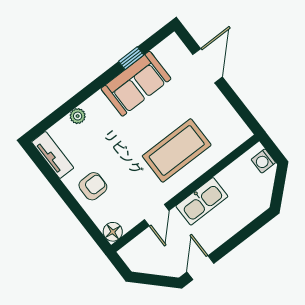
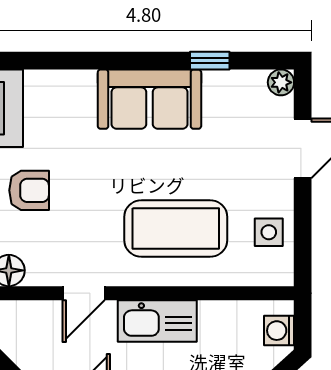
sofa: (136, 84) -> (149, 99), moved
plant: (78, 116) -> (281, 82), moved
side table: (222, 118) -> (269, 232), added

